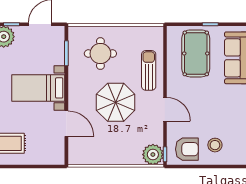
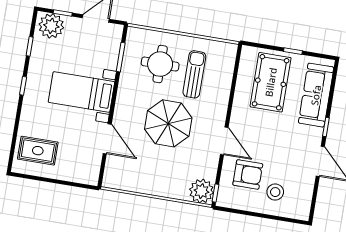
sun lounger: (149, 70) -> (194, 74), moved
armchair: (187, 149) -> (248, 174), moved

